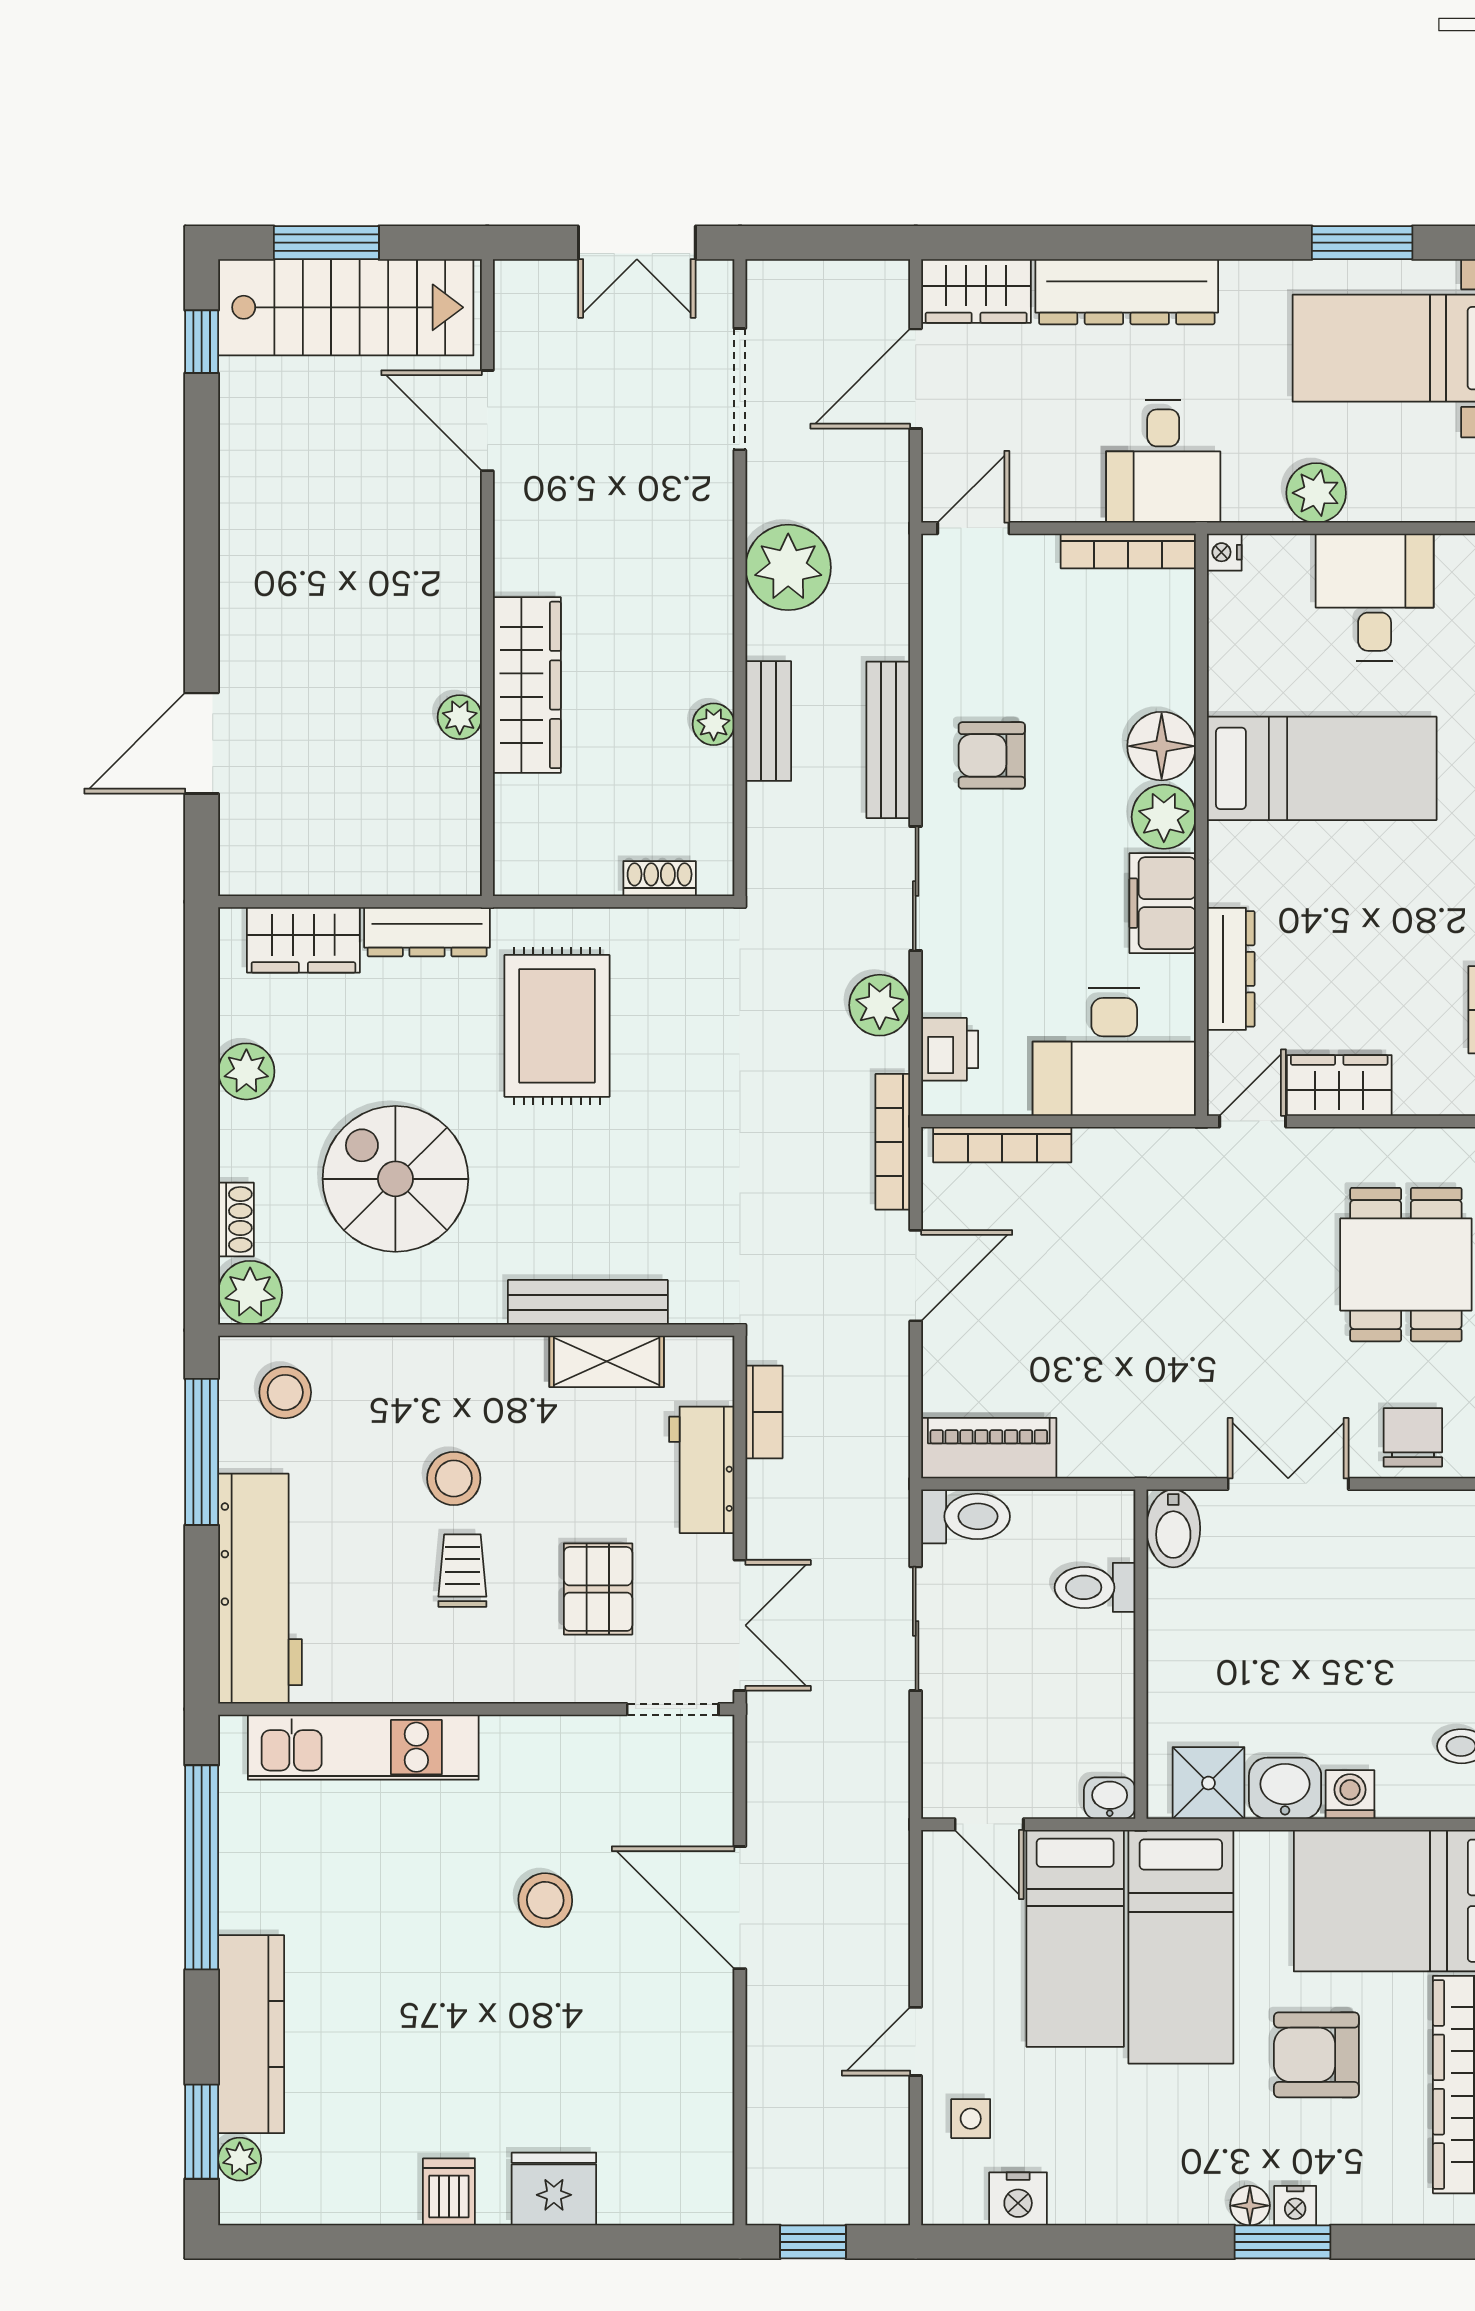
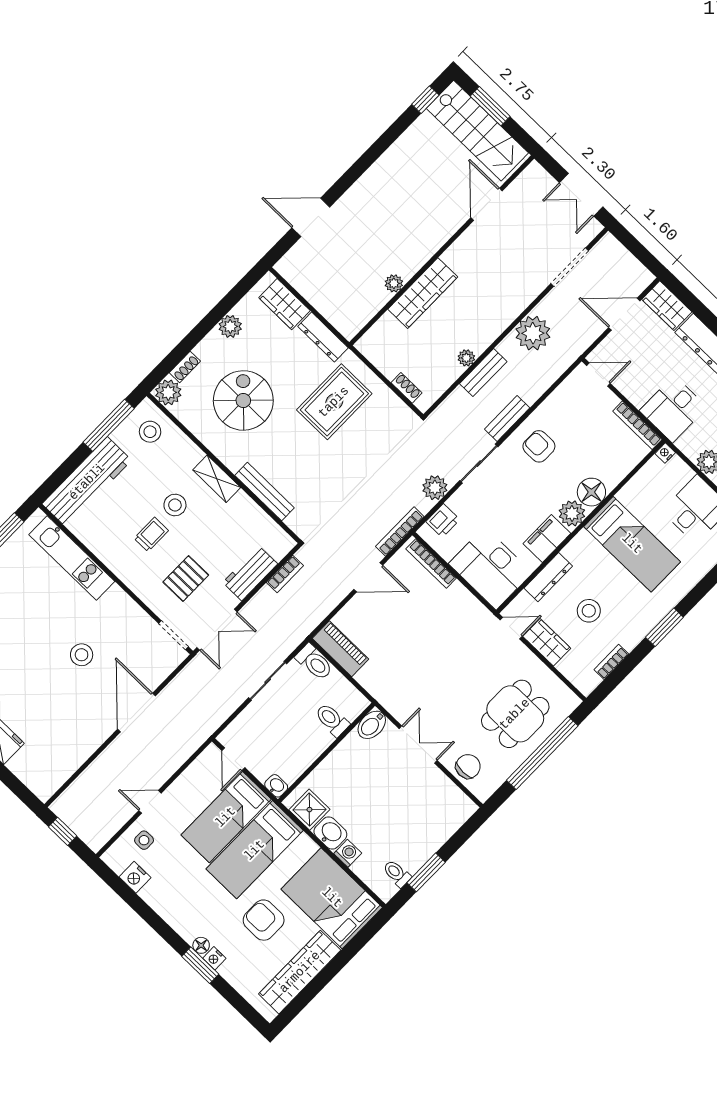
bench: (888, 740) -> (507, 418), width x0.73
stool: (1359, 959) -> (589, 611), added
shelving: (607, 1361) -> (217, 479), moved

